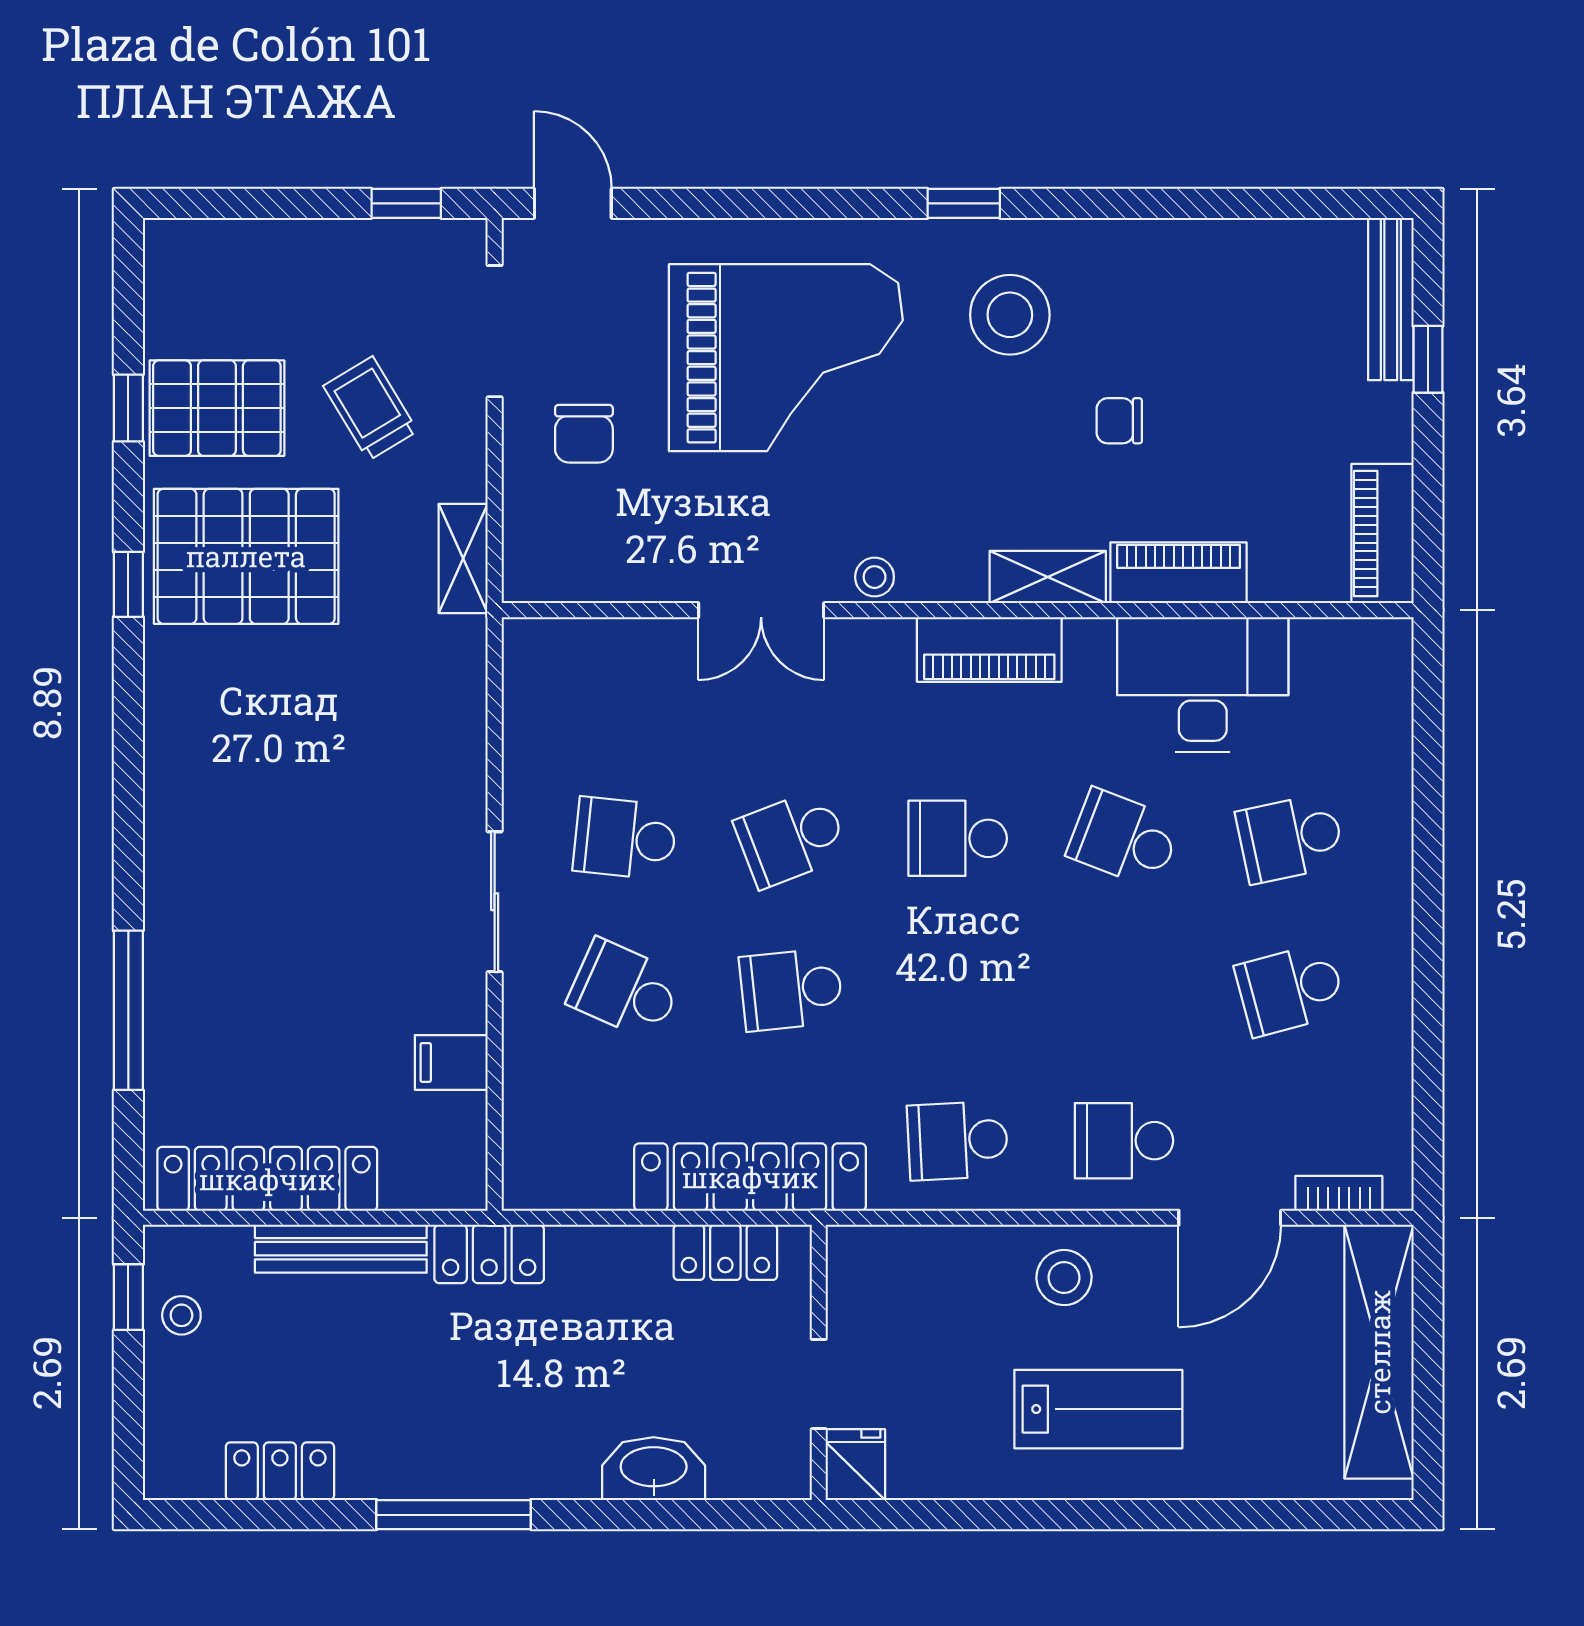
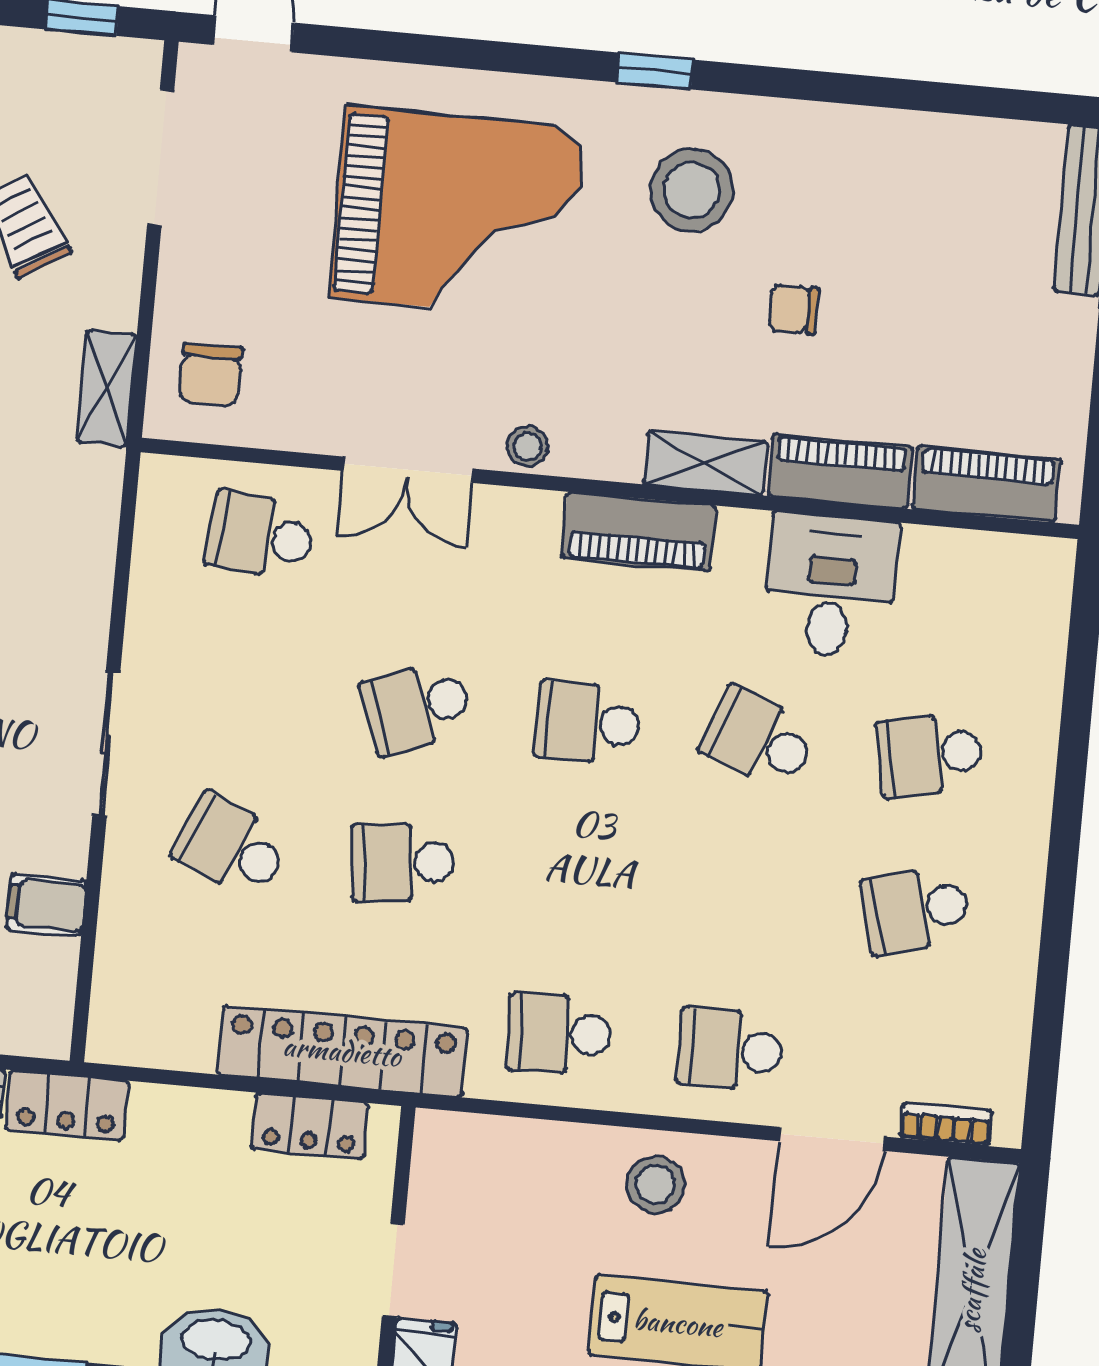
chair: (584, 434) -> (210, 375), moved
piano: (1382, 534) -> (987, 484), moved, turned 90
desk: (1203, 684) -> (831, 586), width x0.73
school desk: (625, 838) -> (260, 536), moved

